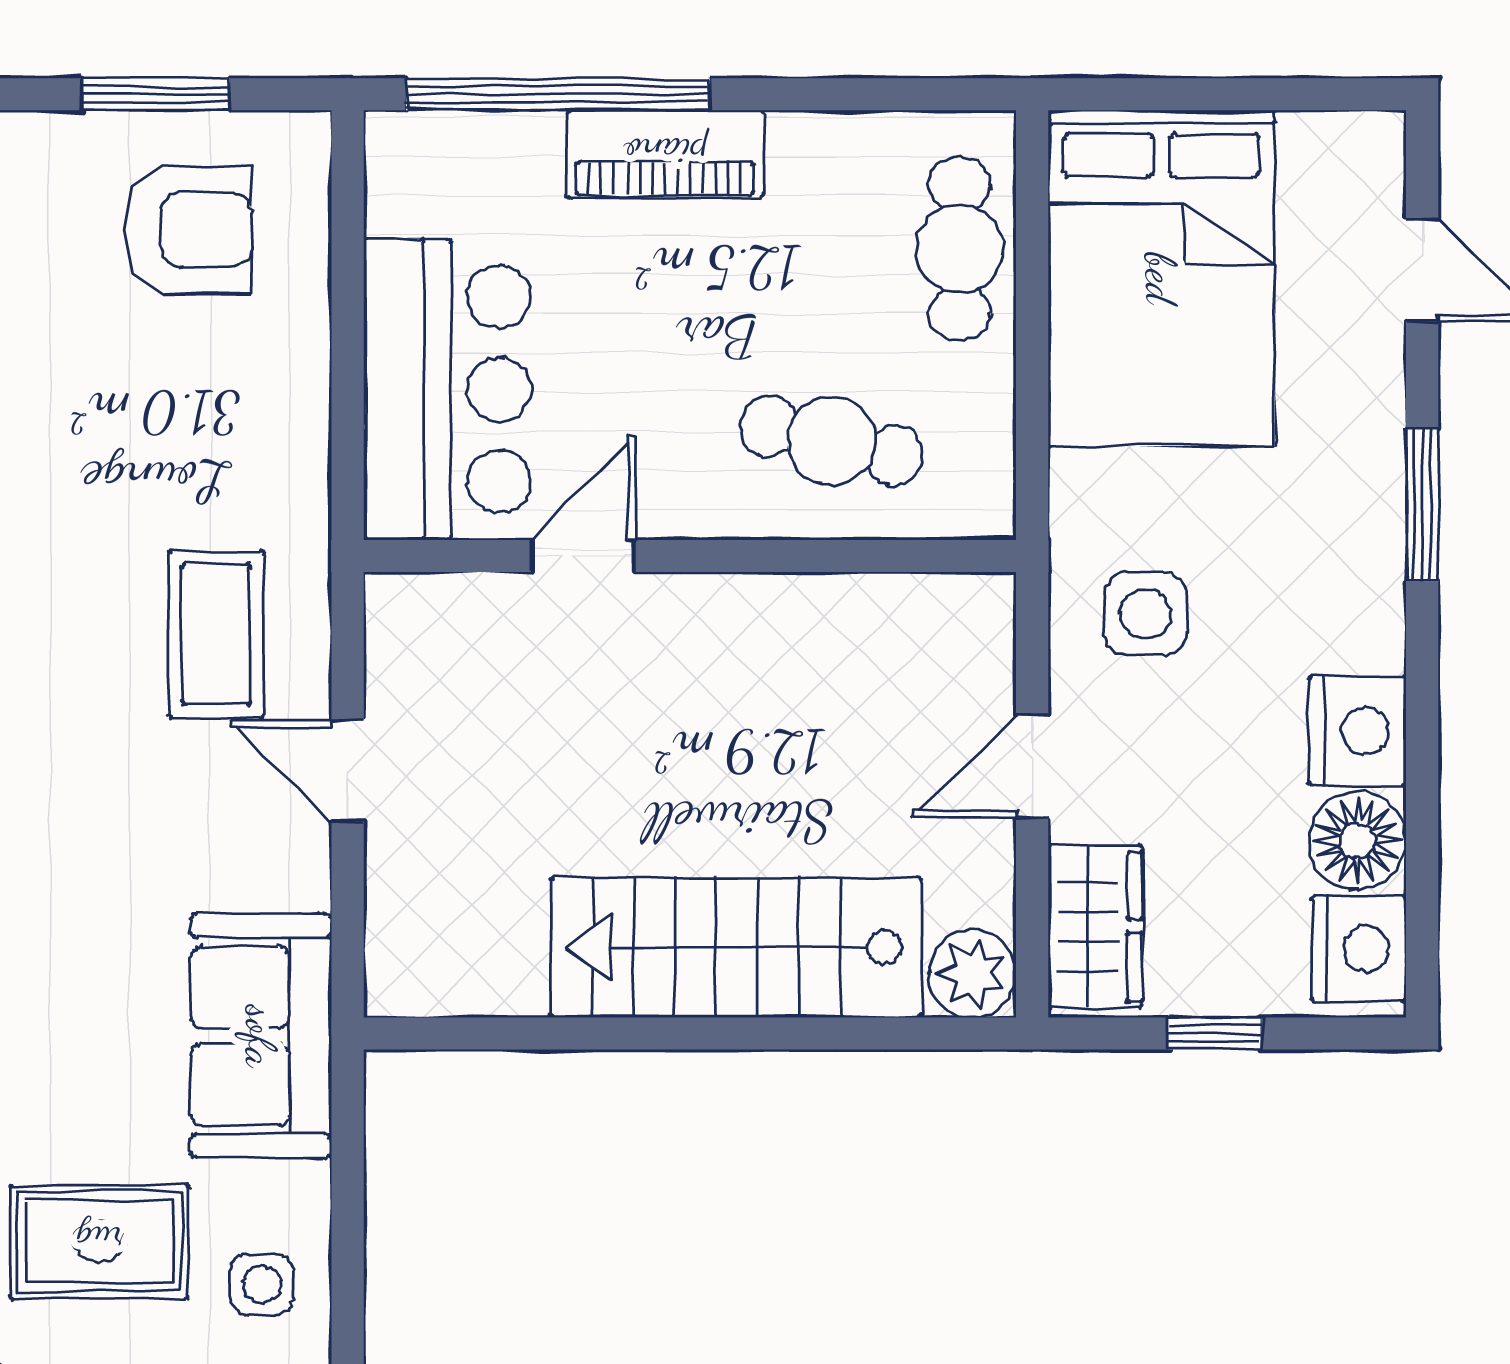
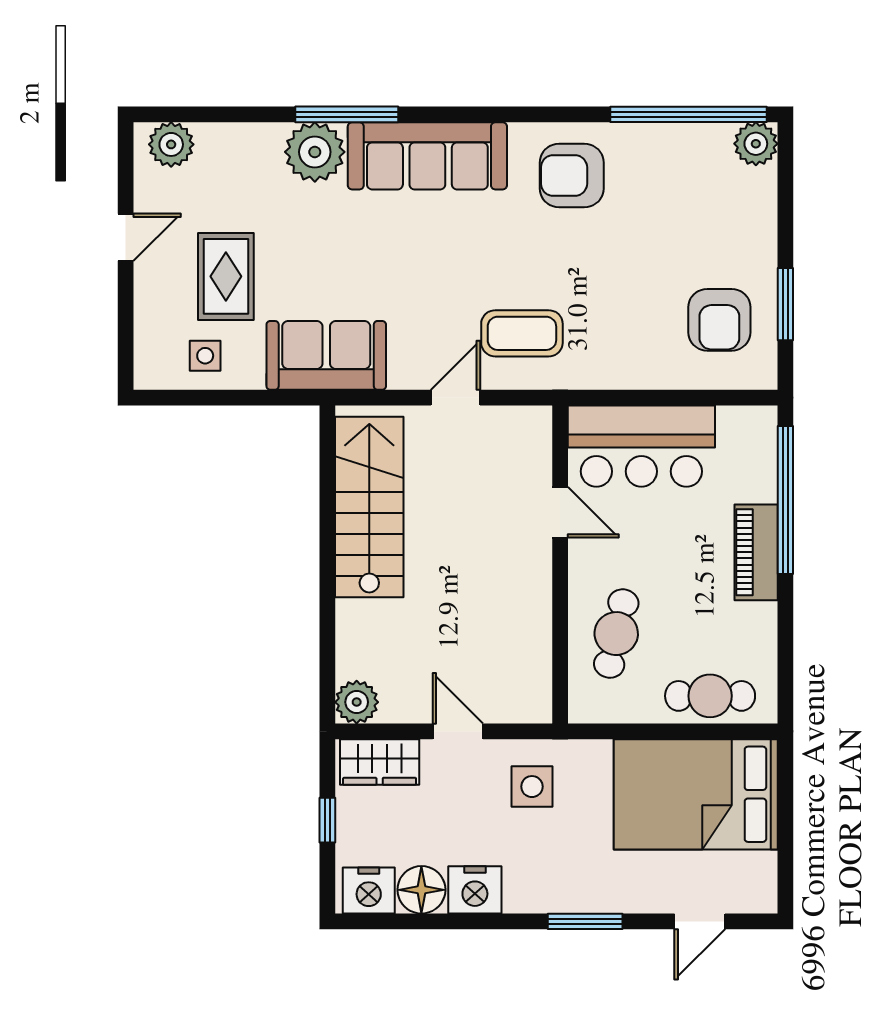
stairs: (736, 948) -> (369, 507), moved

